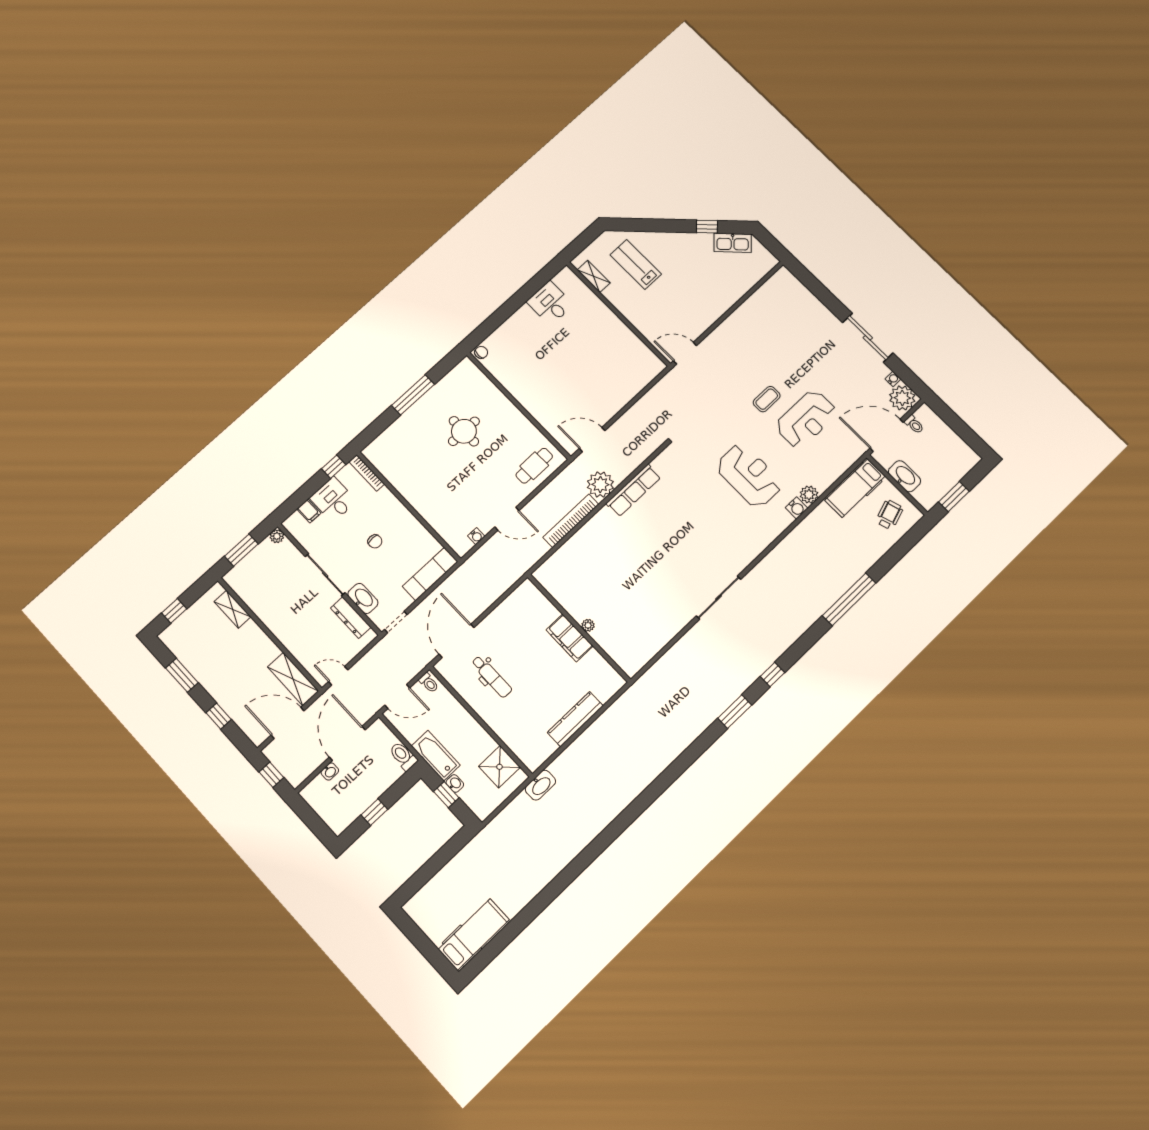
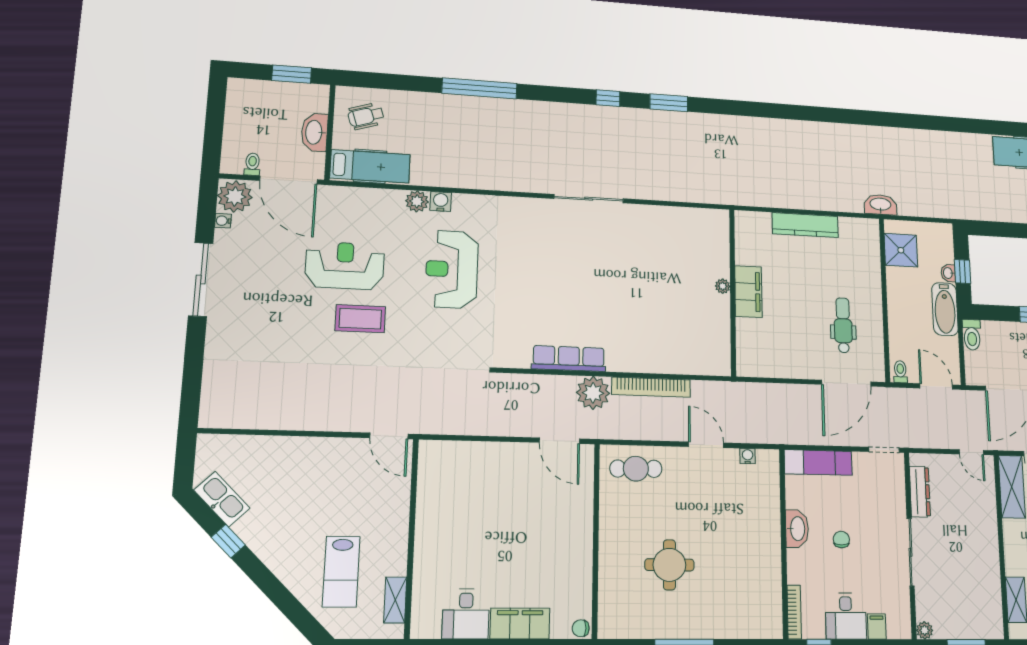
filing cabinet: (516, 325) -> (520, 624), added
coffee table: (767, 399) -> (360, 319), width x1.36, depth x1.30
washbasin: (363, 598) -> (797, 529), moved, turned 180

